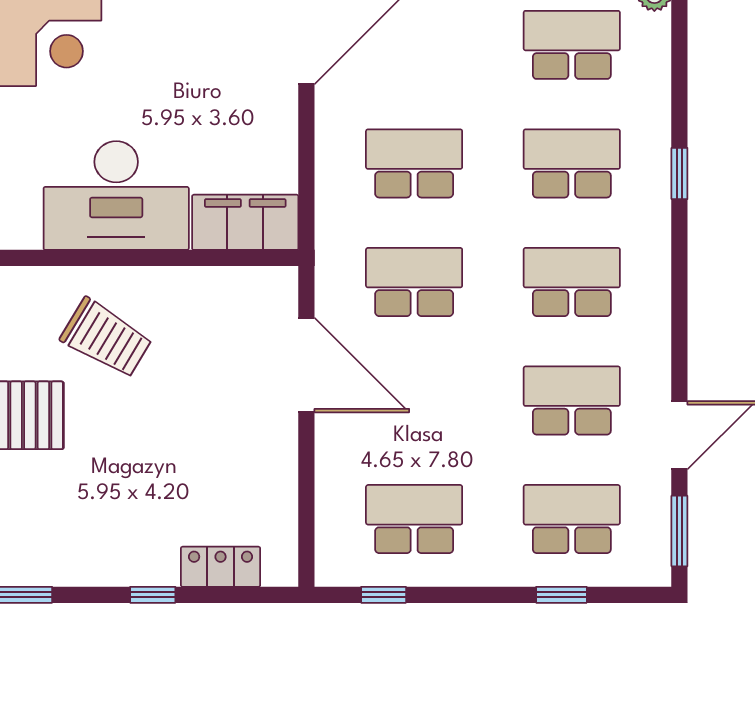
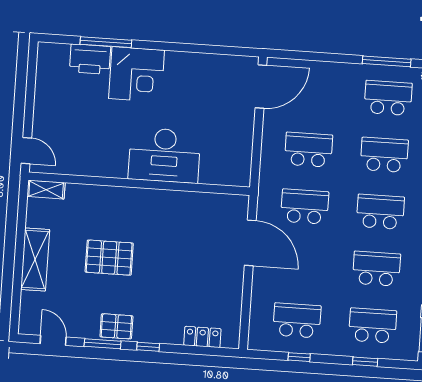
filing cabinet: (245, 222) -> (226, 172), removed
trolley: (106, 338) -> (155, 224), removed
pallet: (41, 557) -> (116, 326), added
window: (153, 595) -> (148, 347), moved
window: (384, 595) -> (299, 357), moved

